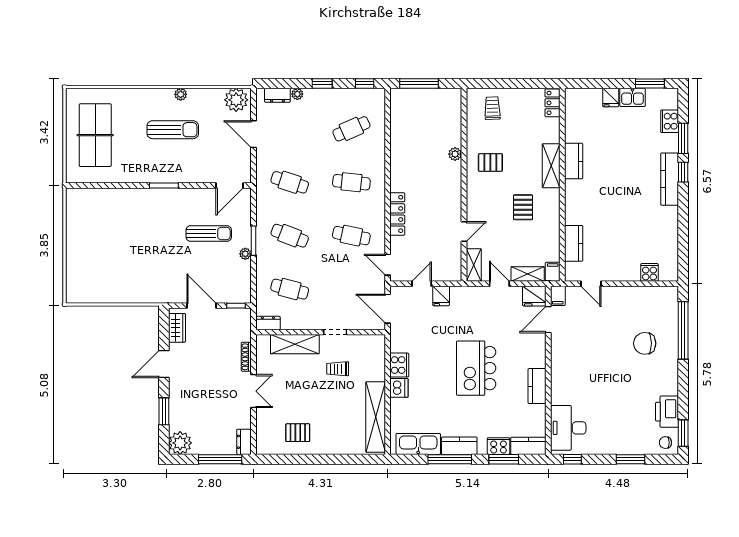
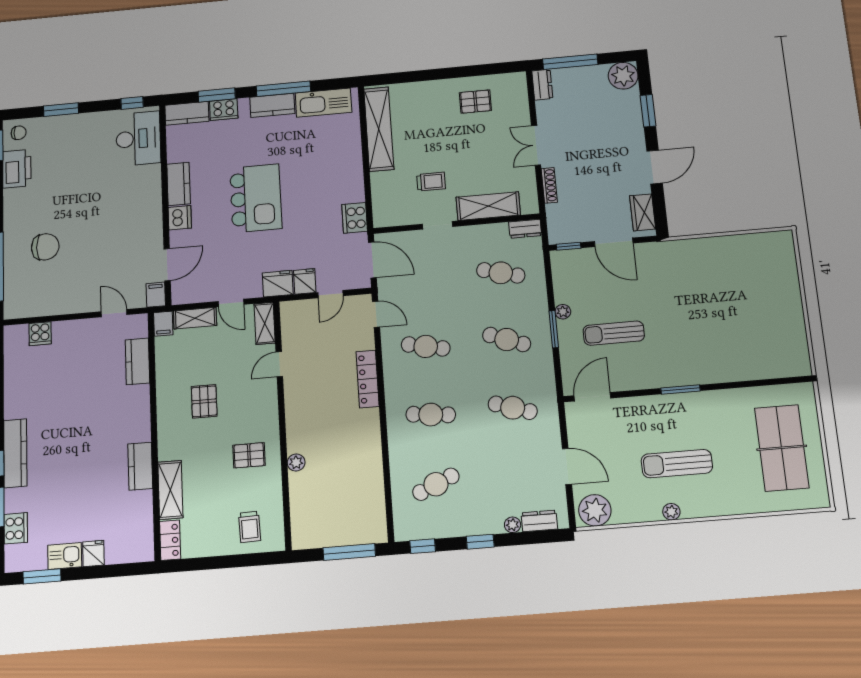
shelving: (551, 166) -> (170, 490), moved
fridge: (534, 296) -> (278, 284), moved
cooker: (399, 365) -> (355, 218), moved
dishwasher: (399, 388) -> (180, 218), moved, turned 180

